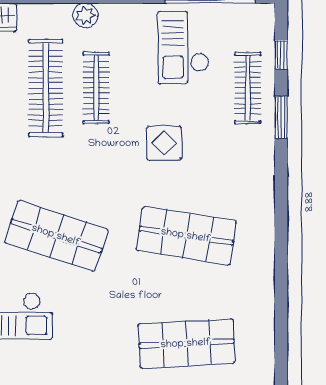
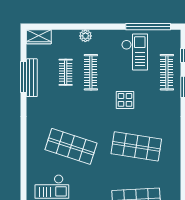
checkout: (183, 48) -> (135, 52), turned 180
clothes rail: (46, 88) -> (66, 72), width x0.54, depth x0.76

